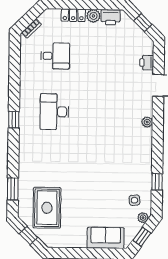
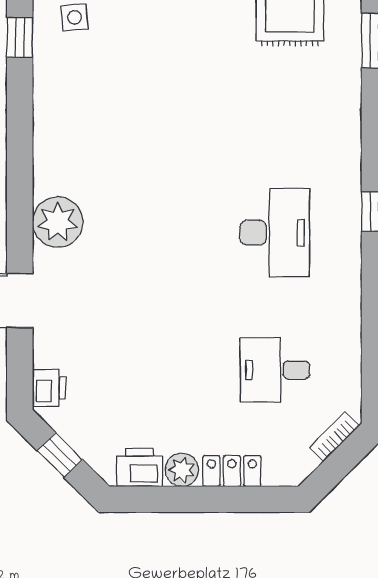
printer: (147, 63) -> (49, 388), moved
plant: (147, 122) -> (58, 222), width x1.88, depth x1.88
window: (157, 182) -> (20, 37), moved

